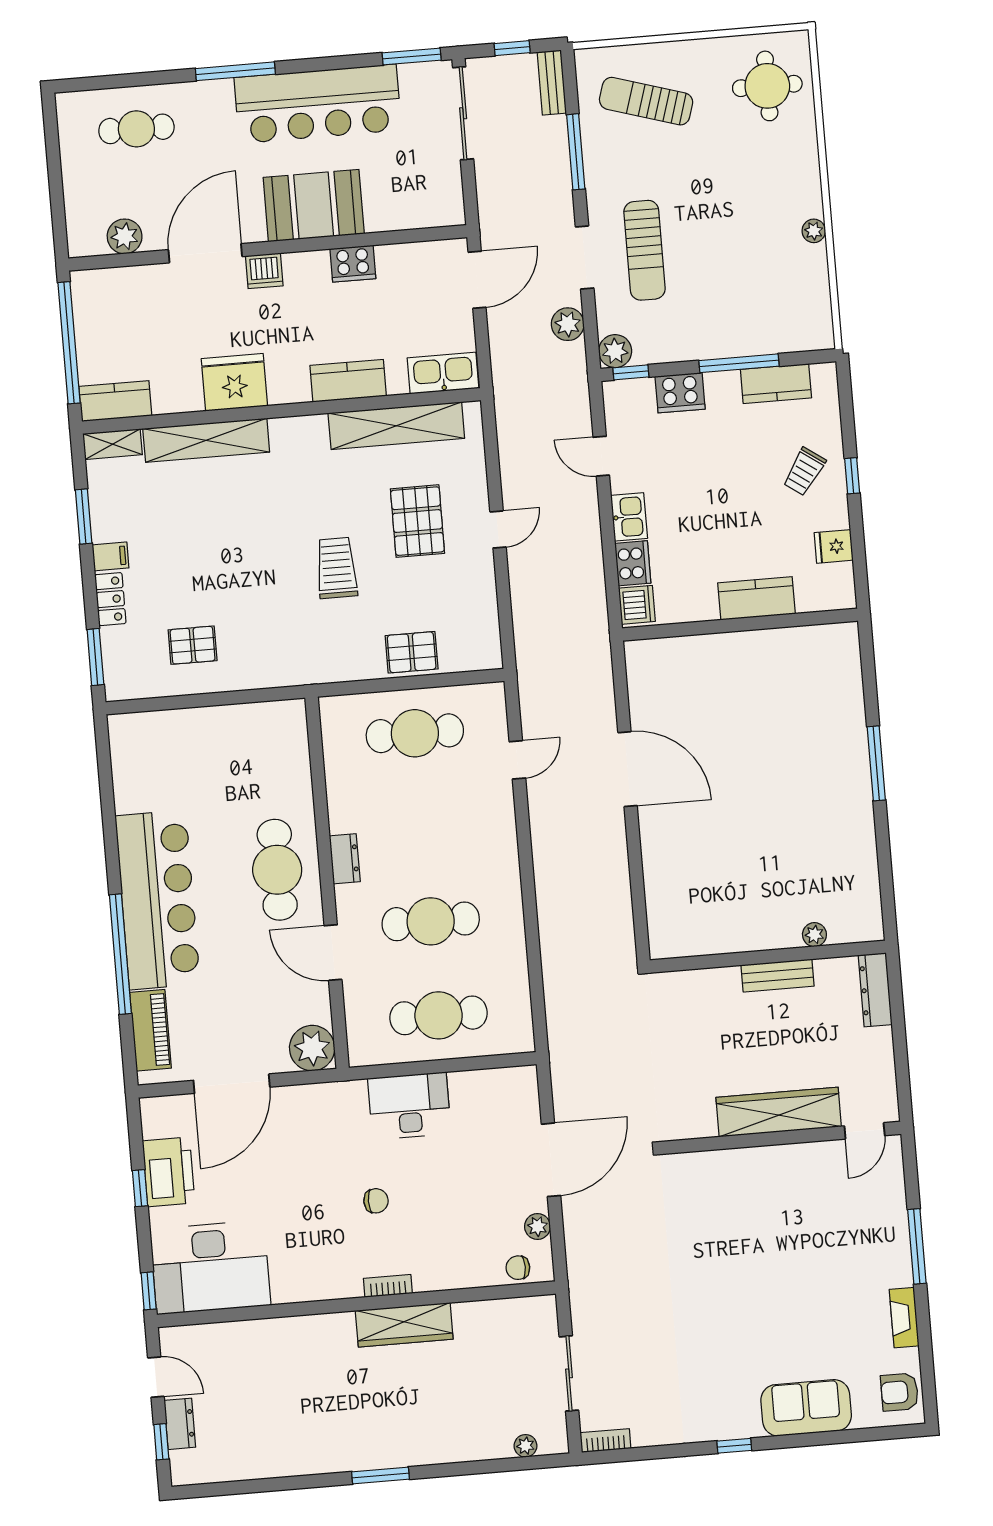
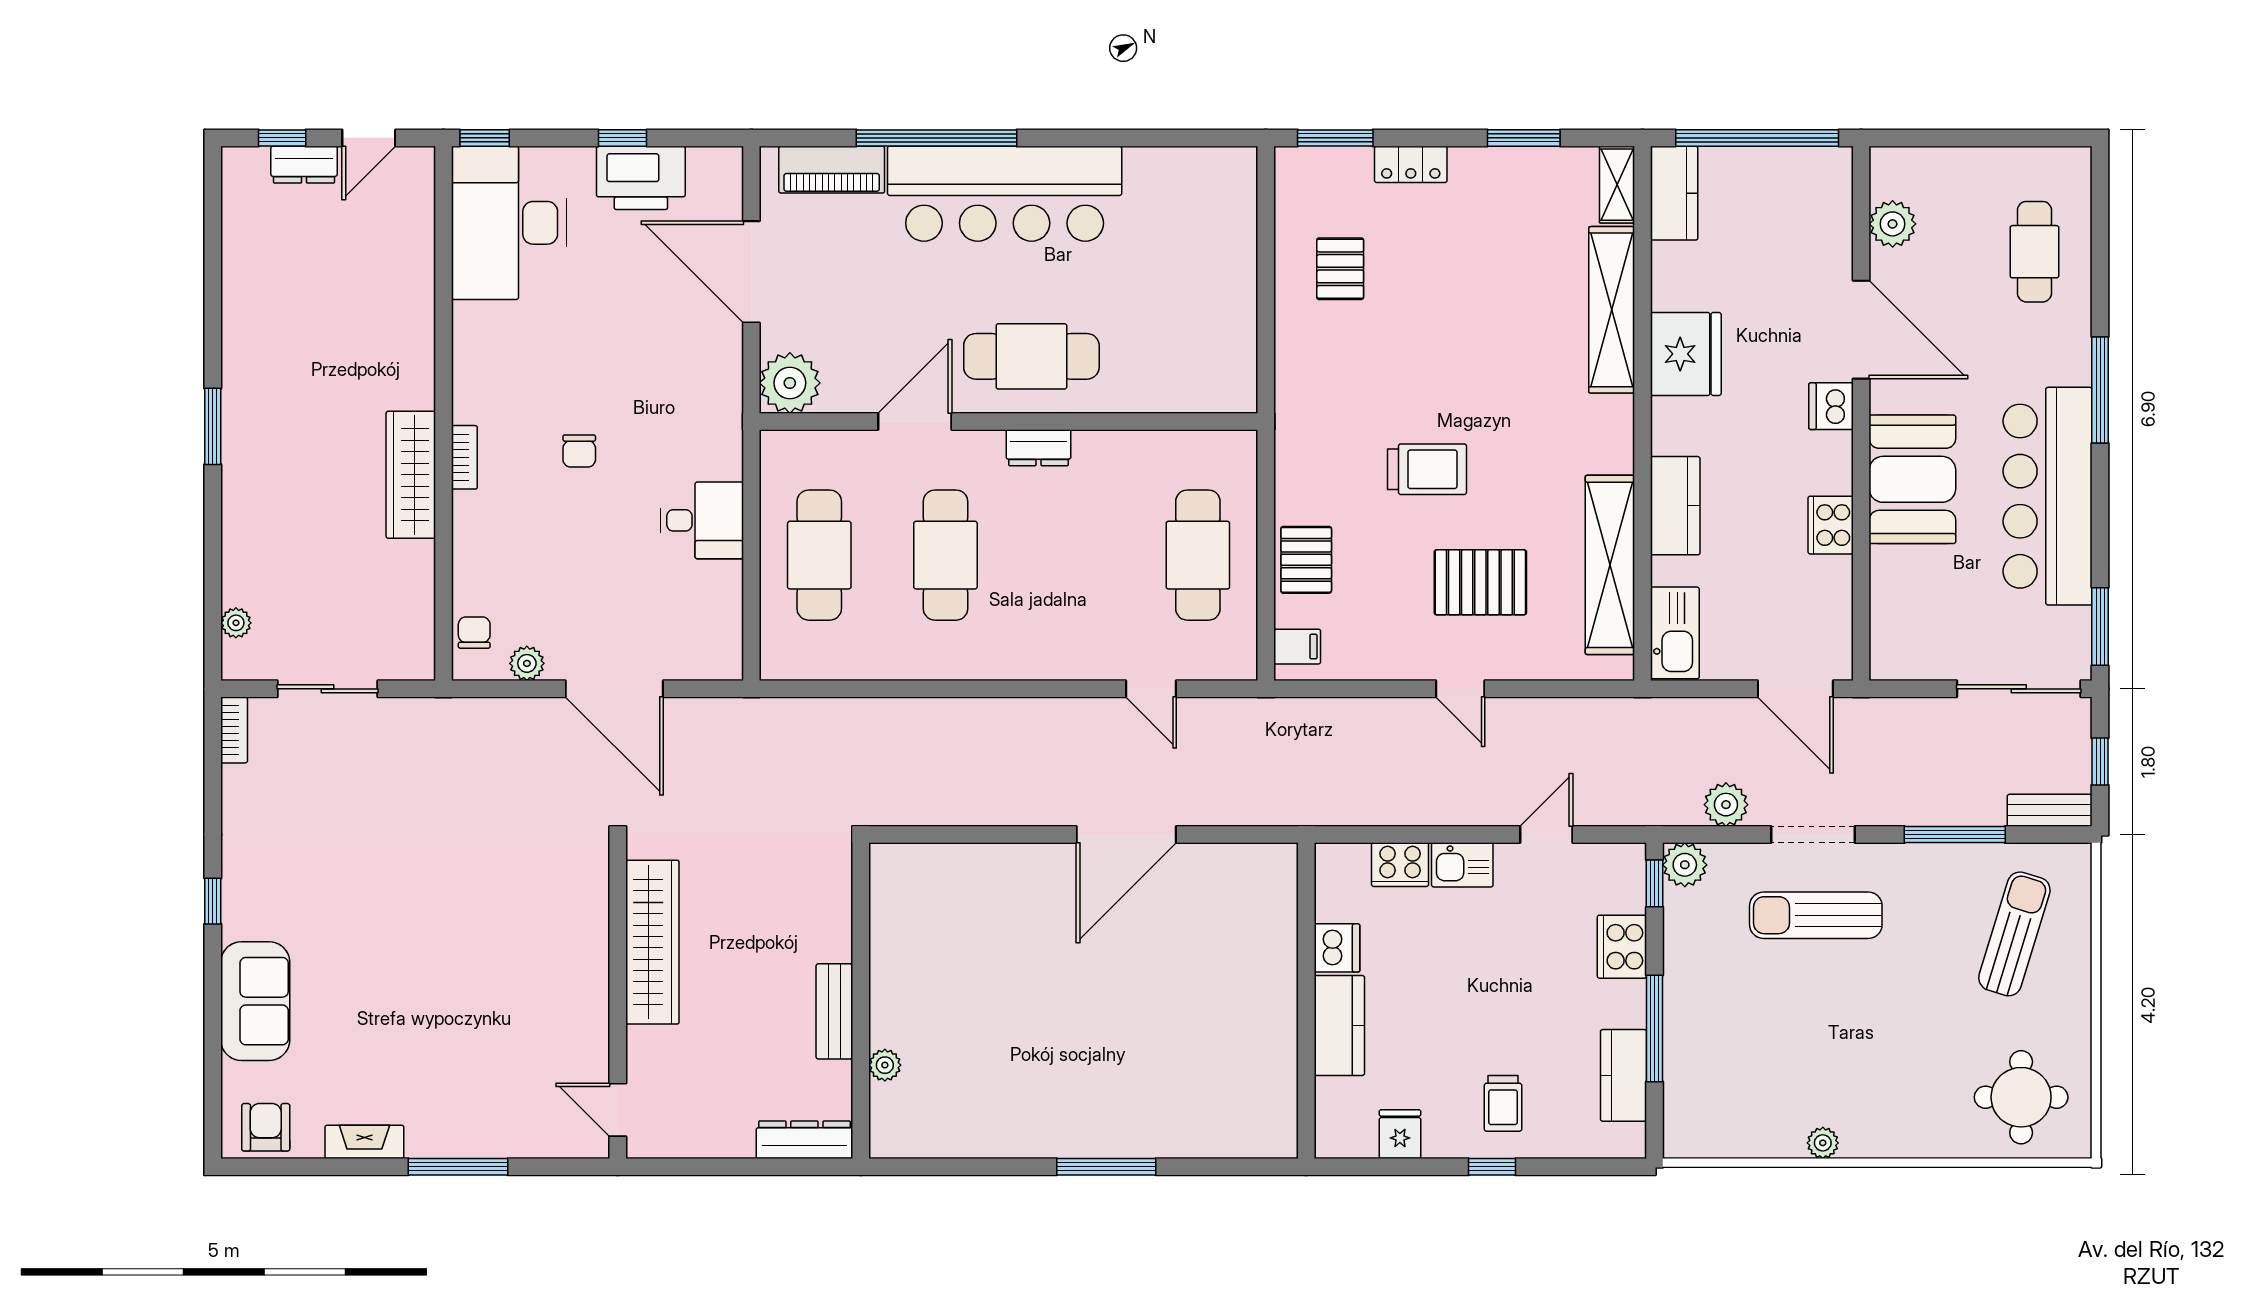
trolley: (804, 472) -> (1503, 1103), turned -125
filing cabinet: (111, 556) -> (1297, 647), moved, turned -90
dishwasher: (637, 605) -> (1337, 948), moved, turned -90
desk: (409, 1106) -> (702, 520), width x0.73
wardrobe: (779, 1112) -> (652, 942), moved

